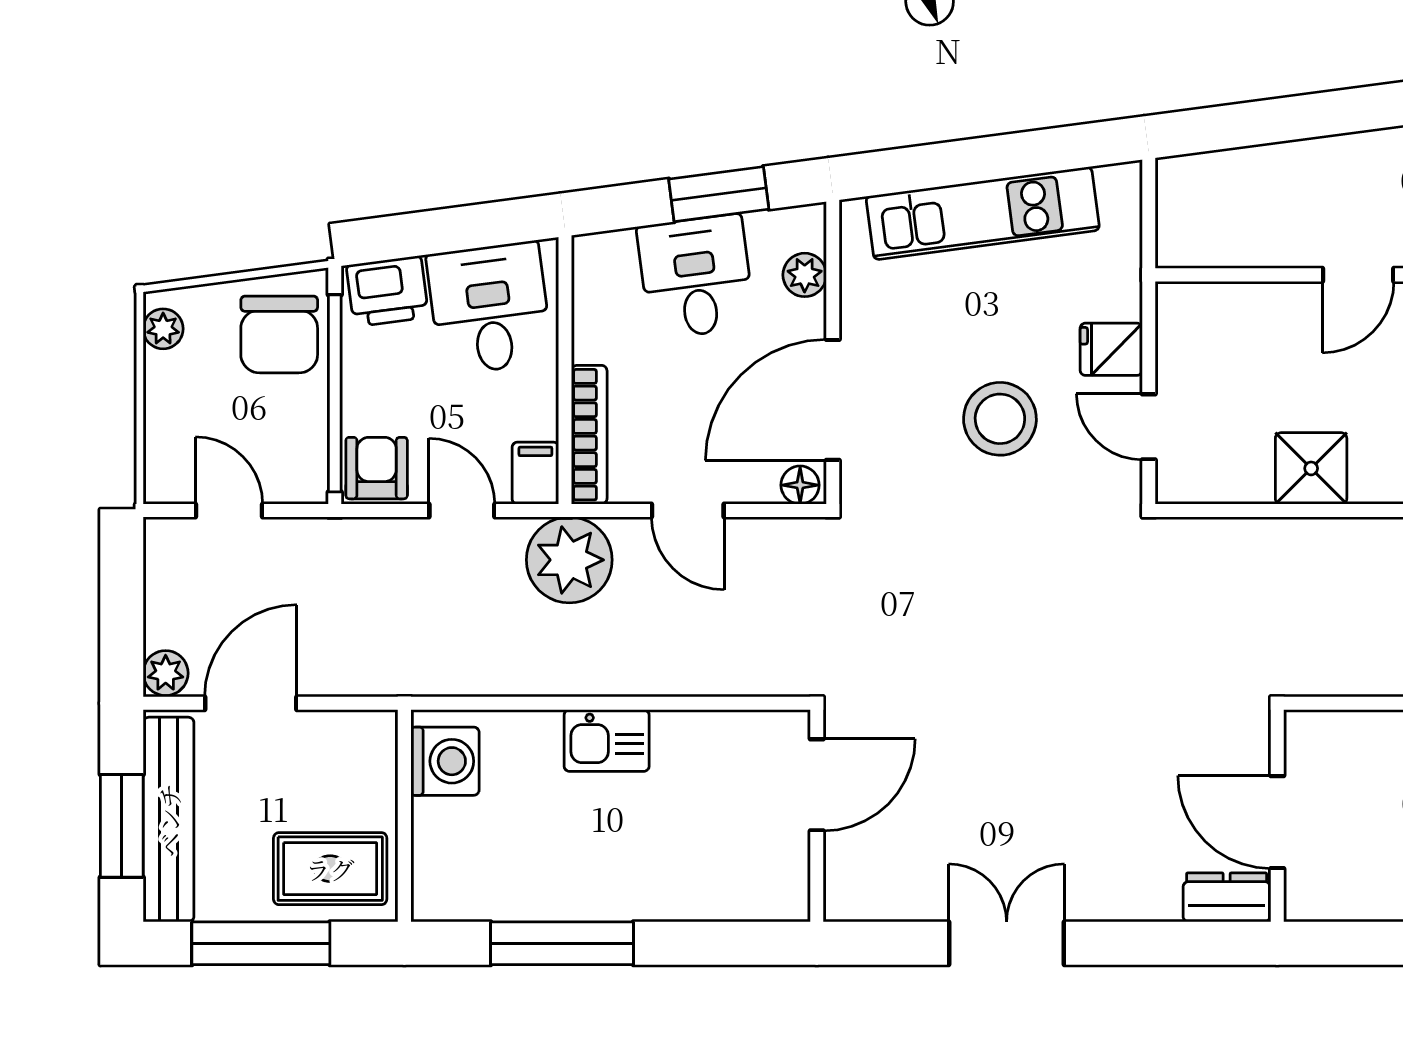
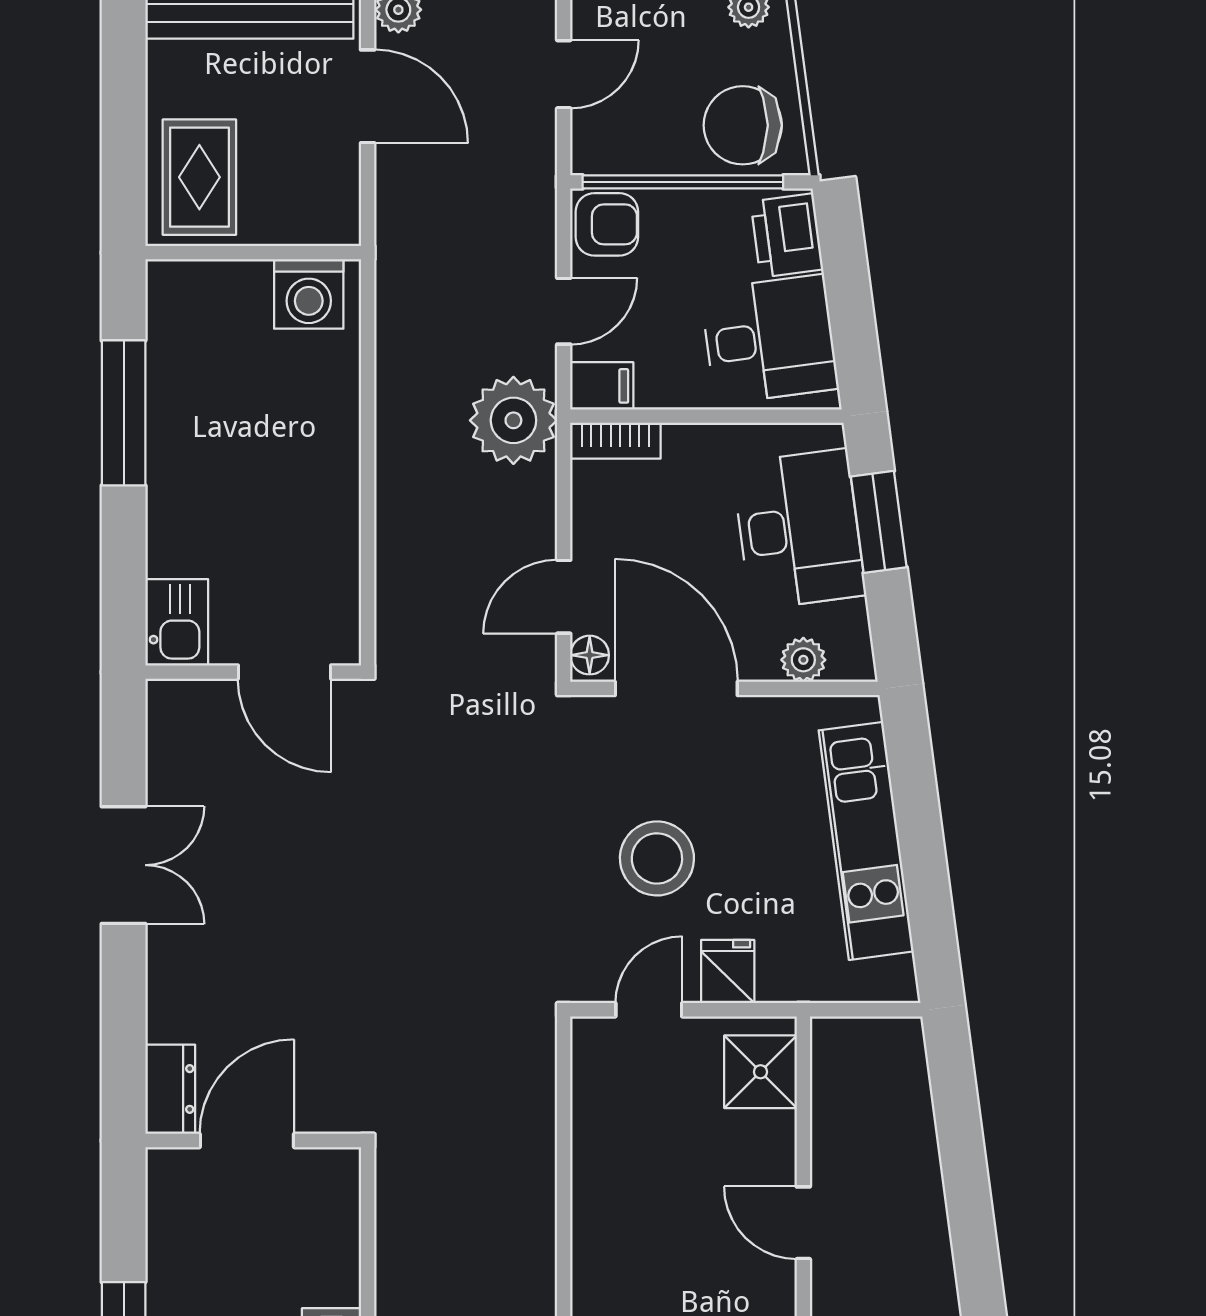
window: (719, 194) -> (879, 522), moved
desk: (696, 277) -> (799, 529), width x1.37
bookcase: (589, 435) -> (615, 441), width x0.64
shower: (1311, 468) -> (760, 1072), moved
door: (688, 511) -> (564, 597), moved
kitchen sink: (607, 741) -> (177, 622), moved, turned 180
window: (261, 943) -> (124, 107), removed

